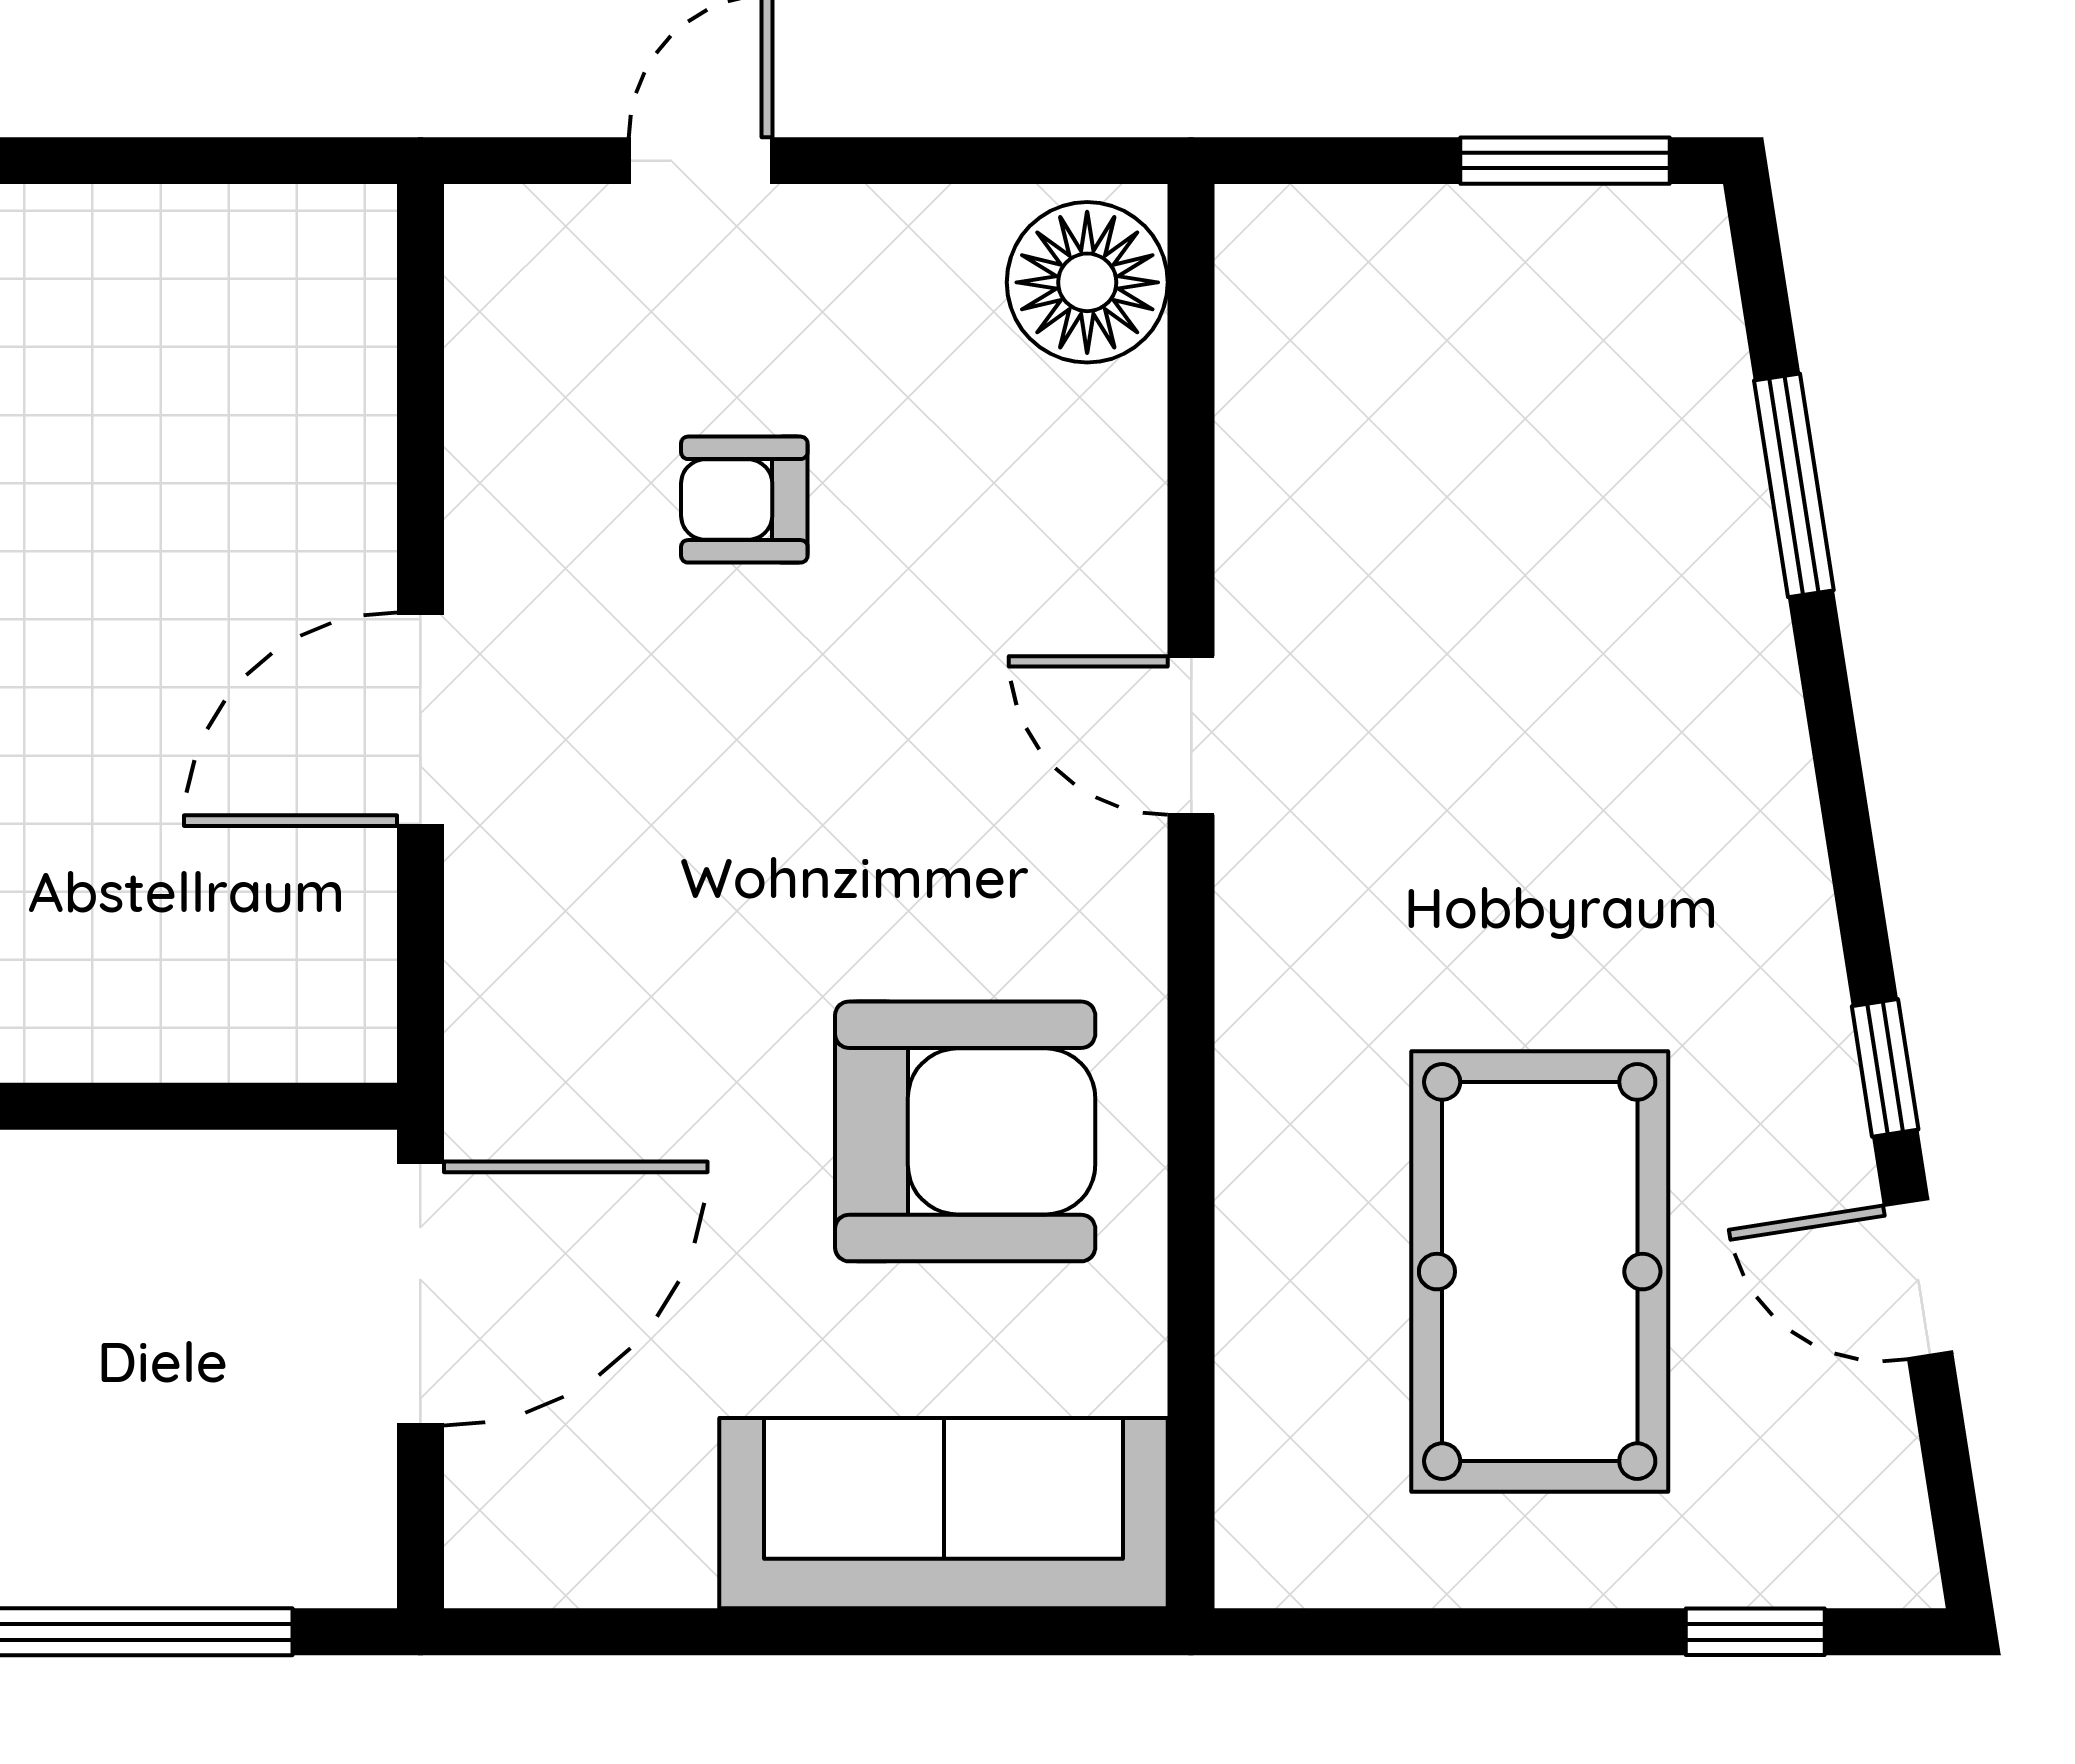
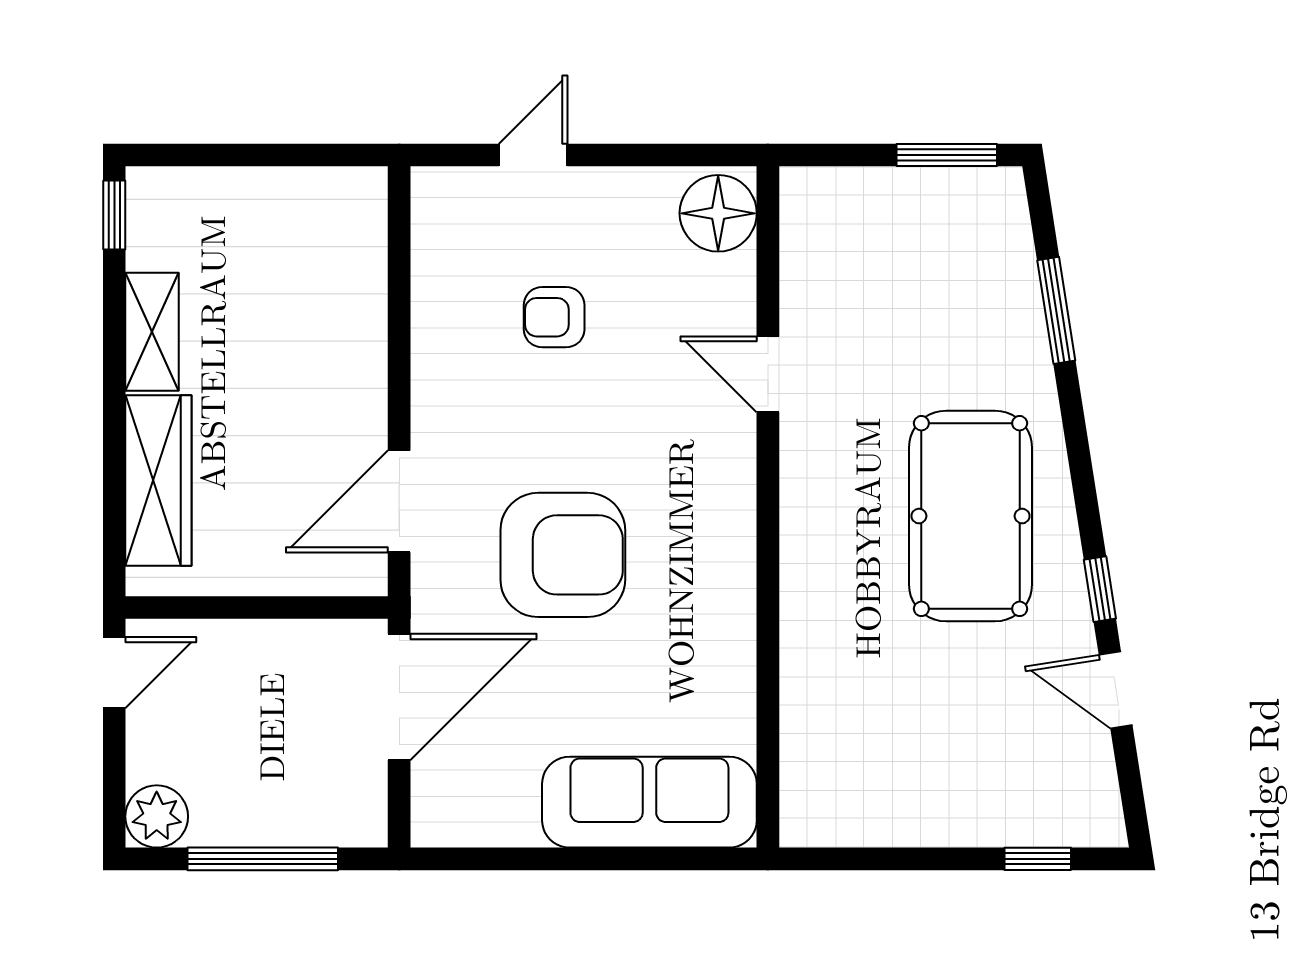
door: (420, 719) -> (399, 501), moved
door: (1191, 735) -> (768, 374), moved
armchair: (965, 1131) -> (563, 555), moved
pool table: (1540, 1272) -> (971, 516), moved

